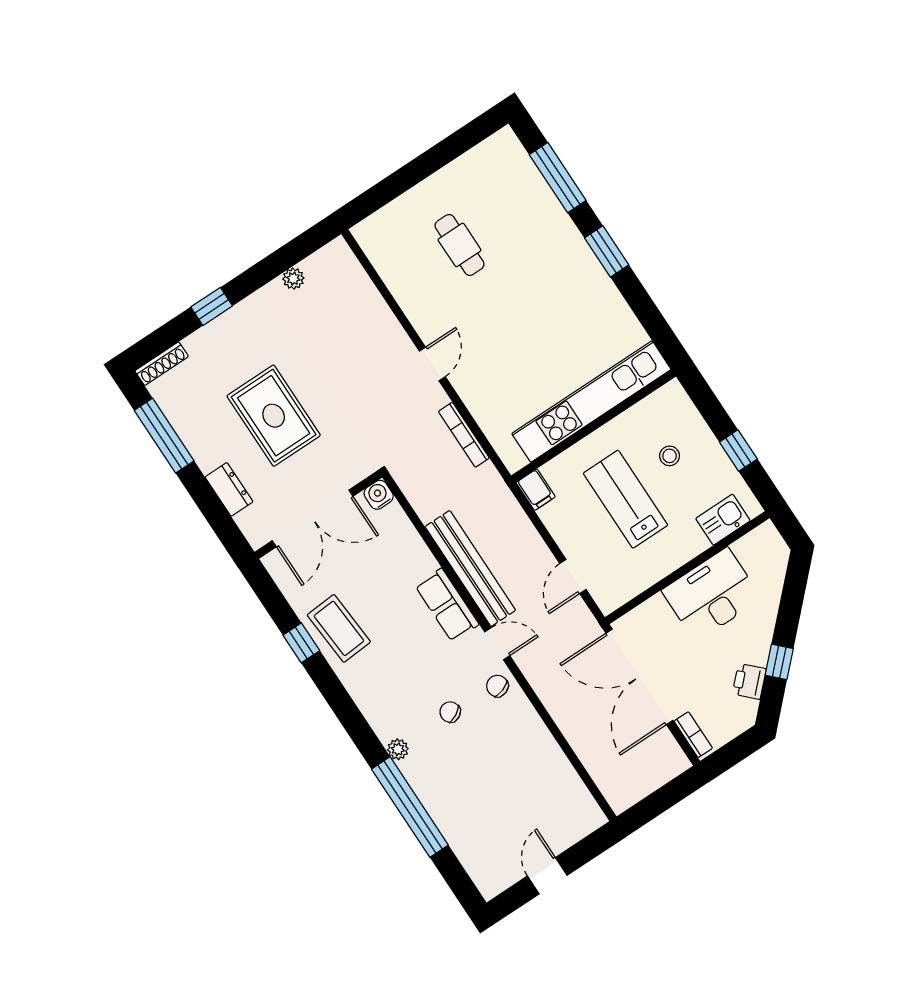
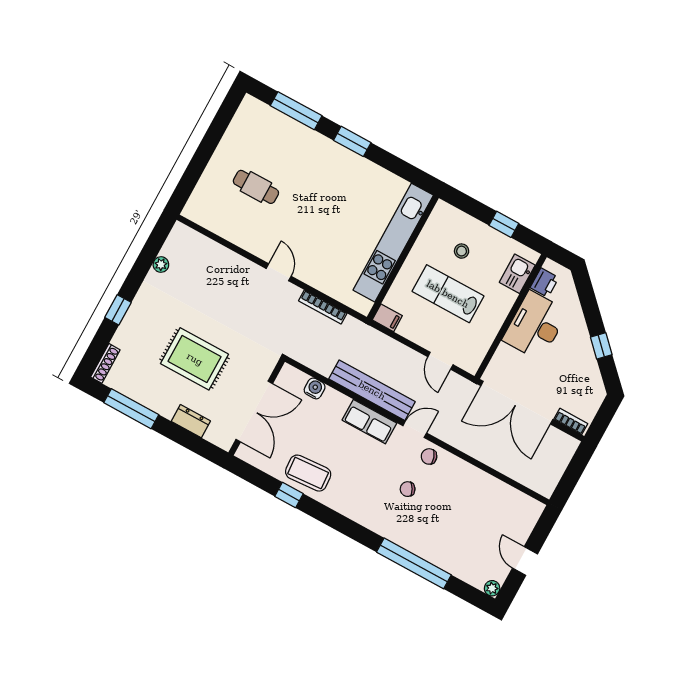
water cooler: (379, 495) -> (315, 388), moved, turned 90
printer: (749, 681) -> (544, 283), moved, turned -135
plant: (398, 749) -> (492, 588), moved

